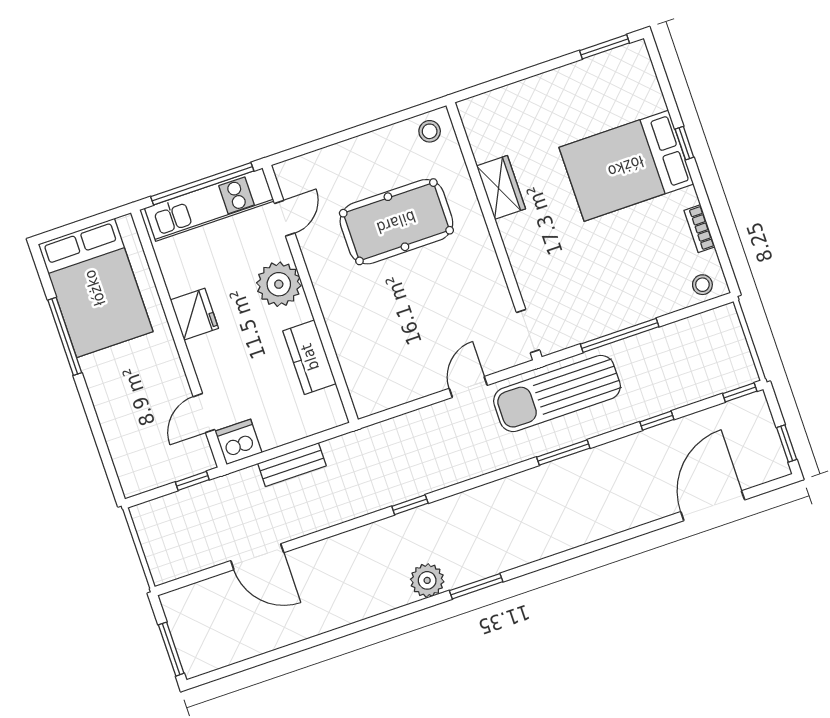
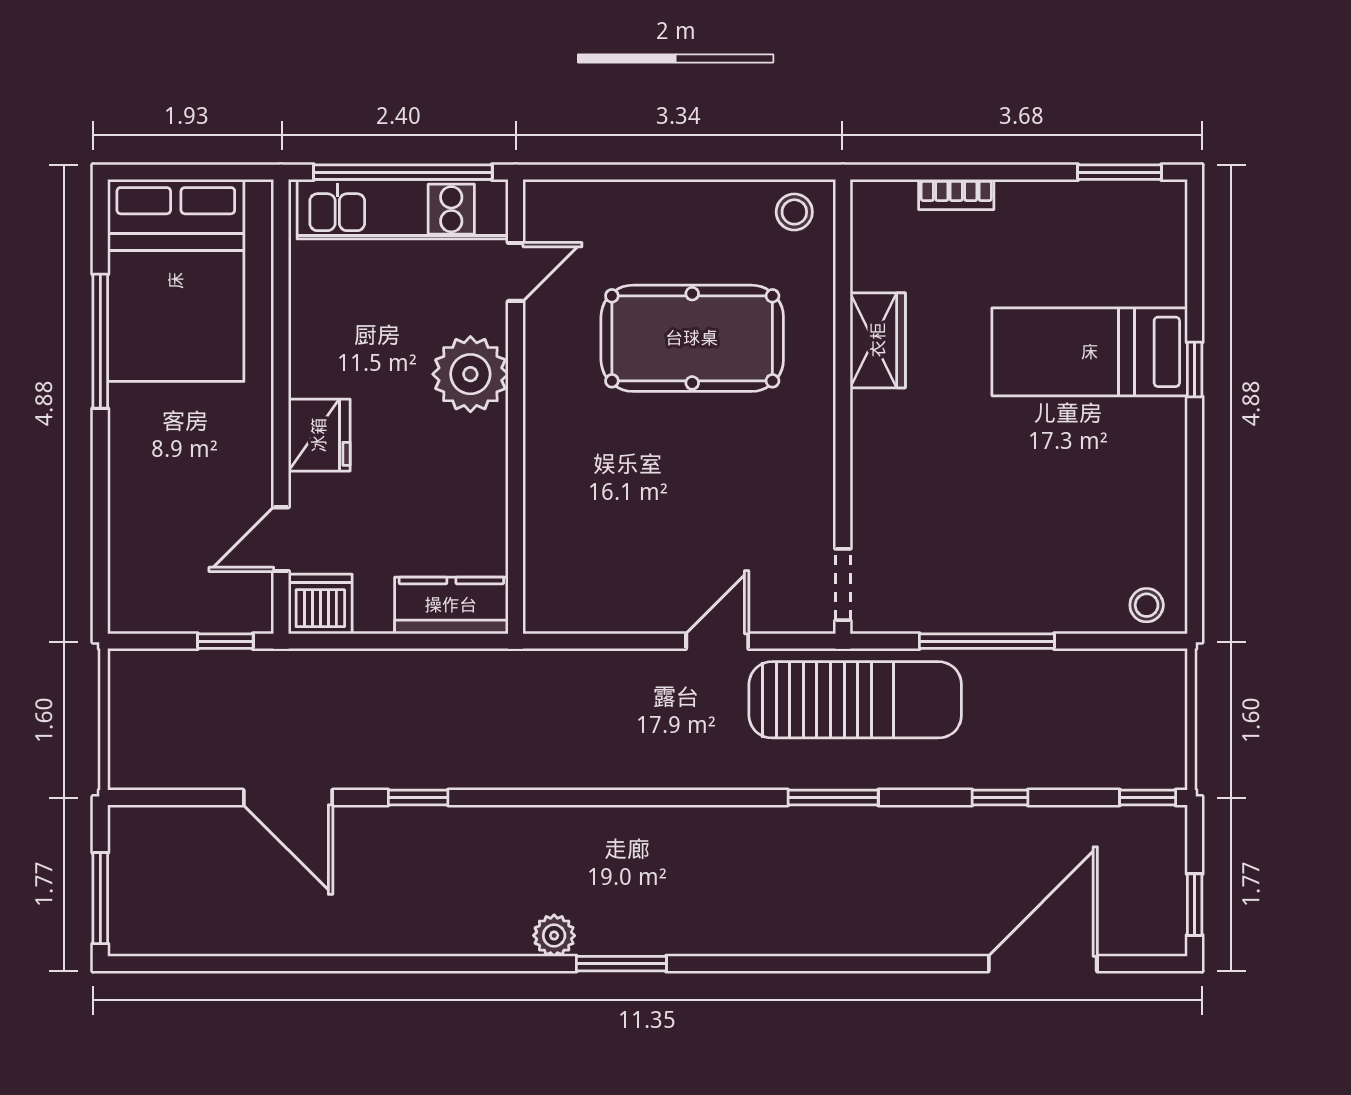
bed: (626, 166) -> (1090, 352), width x0.67
bookcase: (699, 229) -> (956, 195), moved, turned -90
fridge: (194, 314) -> (319, 435), moved
kitchen counter: (310, 357) -> (451, 605), moved, turned 90
sun lounger: (557, 394) -> (855, 700), turned 180
bench: (292, 465) -> (393, 669), removed
window: (410, 505) -> (418, 797), moved
plant: (427, 580) -> (554, 936), width x0.73, depth x0.73

